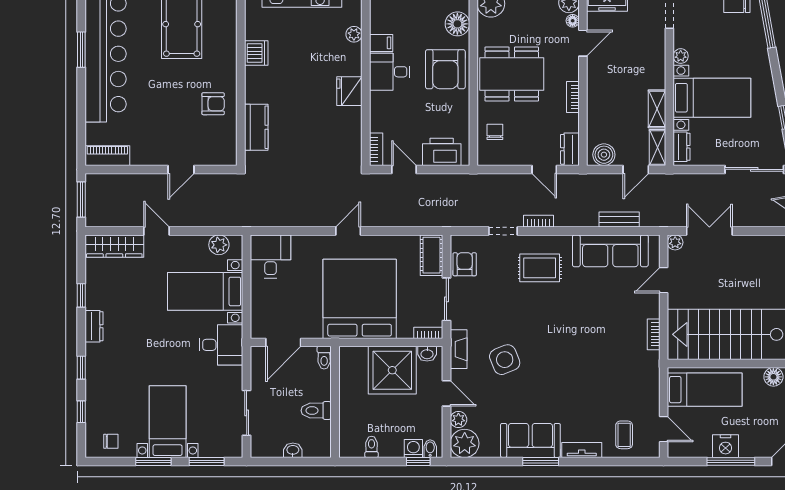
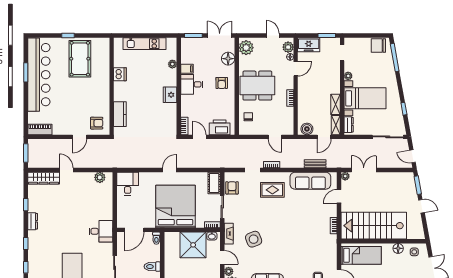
armchair: (445, 69) -> (222, 83), width x0.53, depth x0.53
armchair: (213, 104) -> (97, 123), moved
dresser: (570, 149) -> (289, 126), removed
bed with nightstands: (205, 291) -> (92, 203), removed

